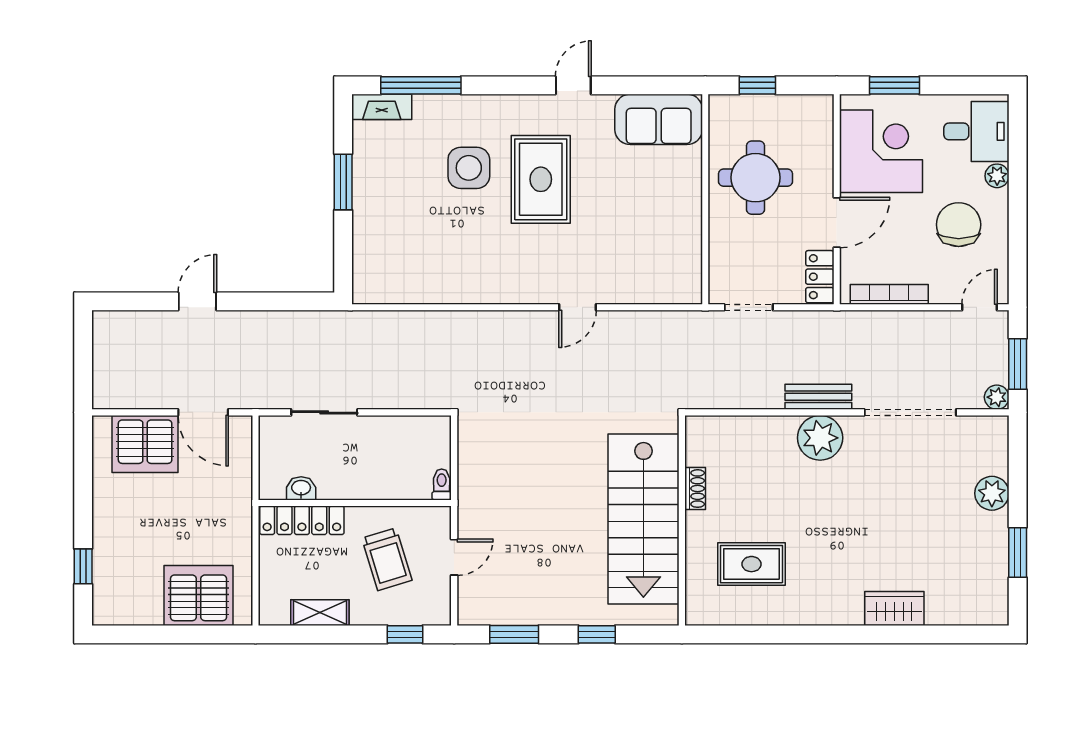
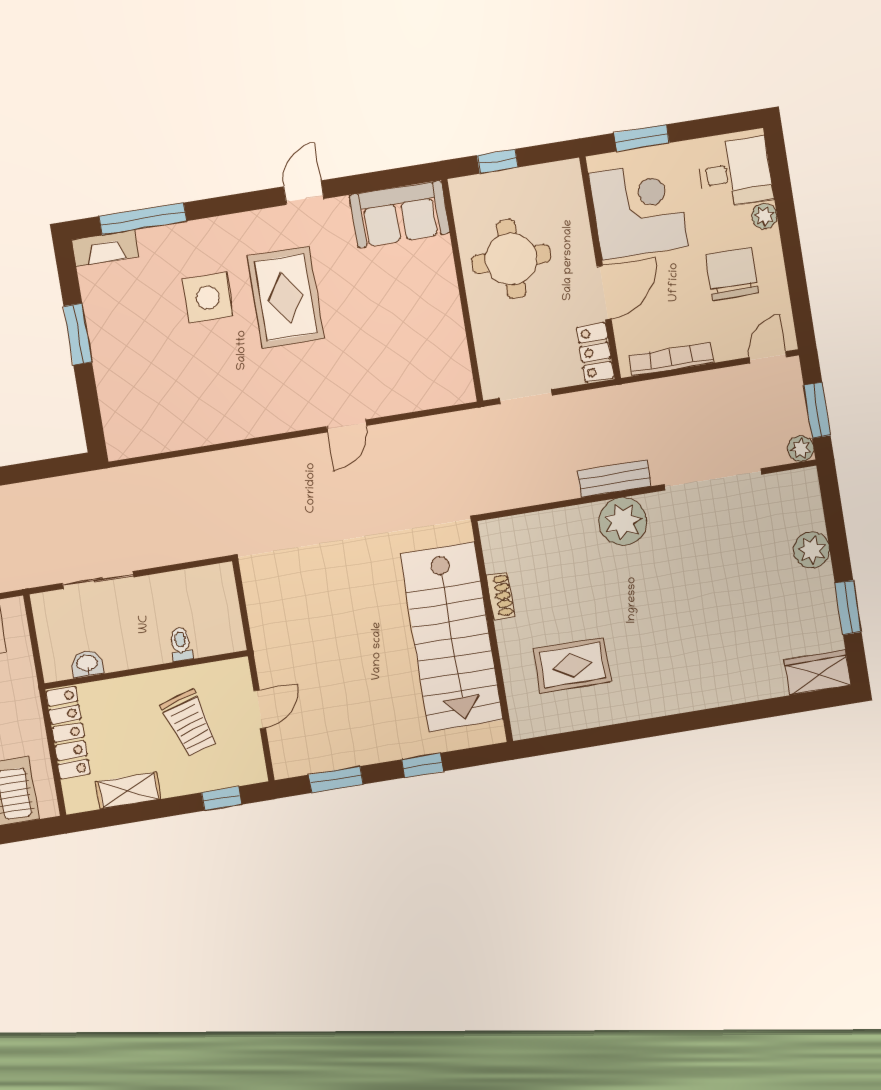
toilet: (442, 484) -> (181, 644), moved
locker: (302, 520) -> (68, 733), moved, turned -90
wardrobe: (894, 608) -> (817, 672), moved

